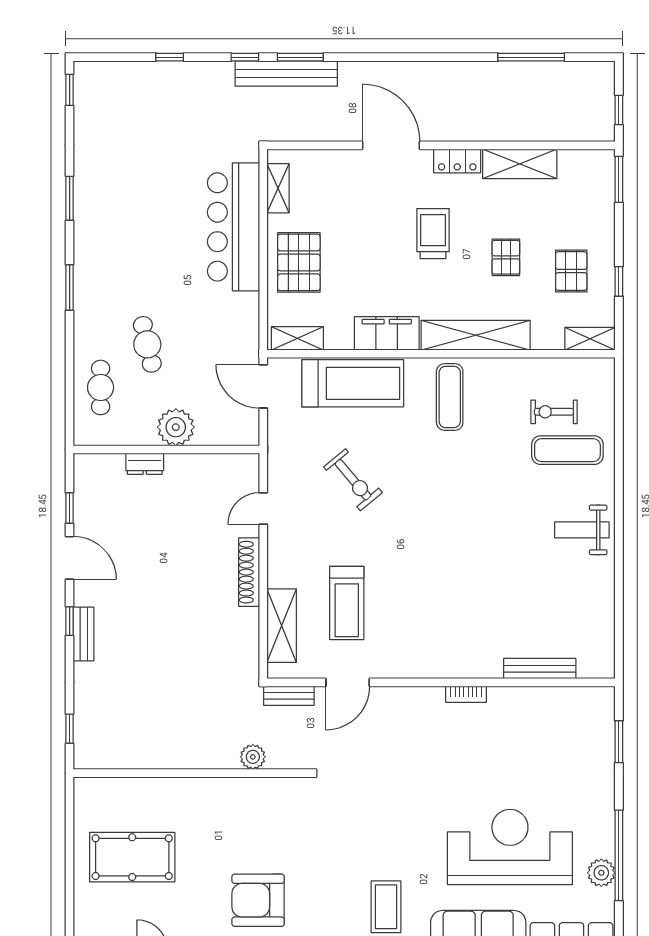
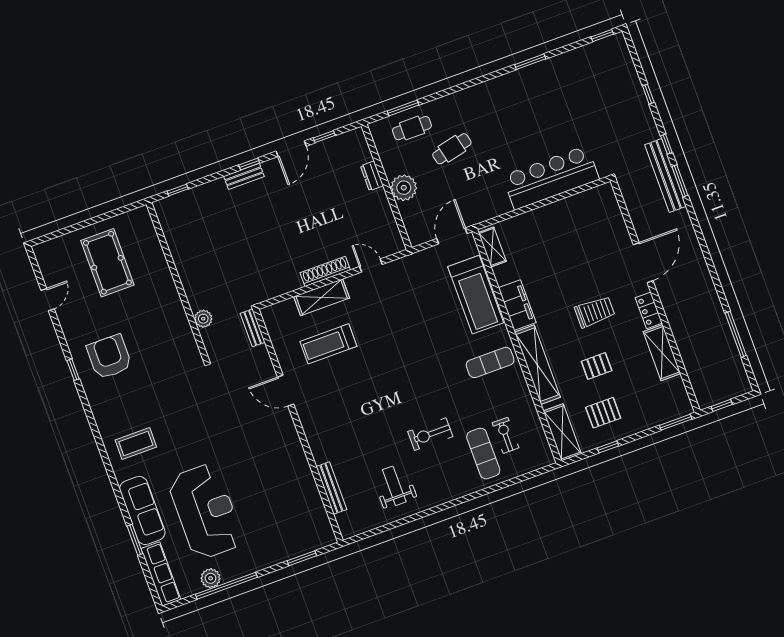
shelving: (278, 188) -> (587, 198), removed
pallet: (299, 262) -> (543, 230), removed
window: (70, 288) -> (403, 108), moved
shelving: (590, 339) -> (562, 432), width x1.50, depth x1.33
exercise bike: (353, 480) -> (430, 434), moved, turned 40
weight bench: (582, 530) -> (394, 486), moved
shelving: (282, 626) -> (322, 297), moved
door: (348, 682) -> (286, 391), moved
bookcase: (466, 694) -> (296, 445), removed

